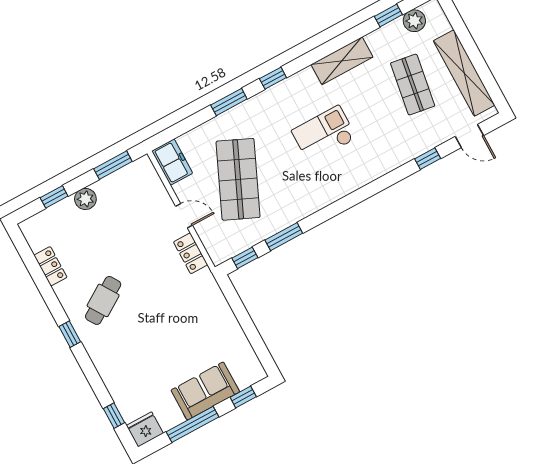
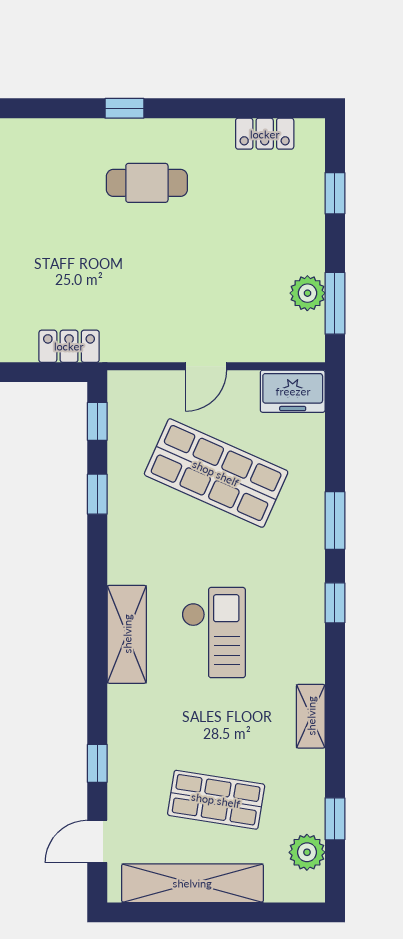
shelving: (342, 61) -> (311, 716), width x0.67, depth x0.75
shelving: (350, 180) -> (127, 634), added
plant: (85, 199) -> (307, 293), moved
window: (284, 237) -> (97, 494), width x0.67
locker: (191, 253) -> (69, 346), moved
locker: (50, 266) -> (265, 134), moved
cafe table: (103, 300) -> (147, 183), turned -57

